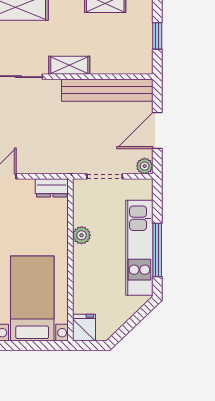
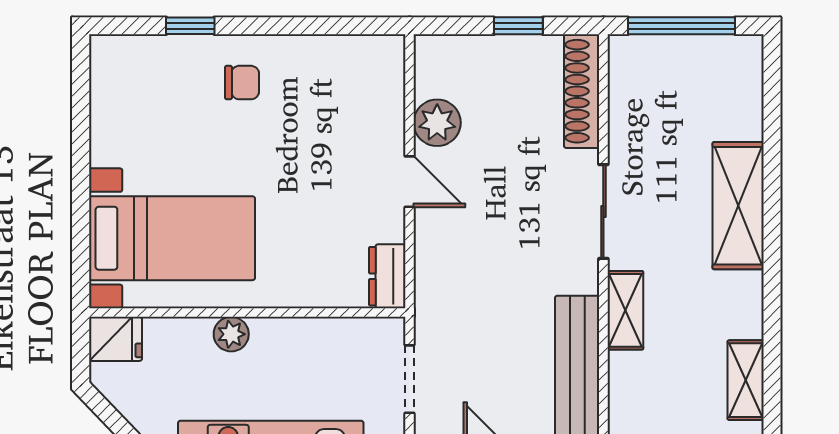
plant: (82, 235) -> (231, 334), moved

